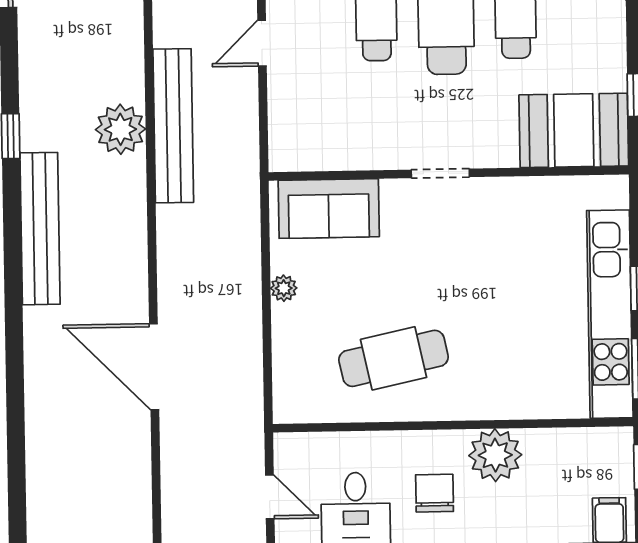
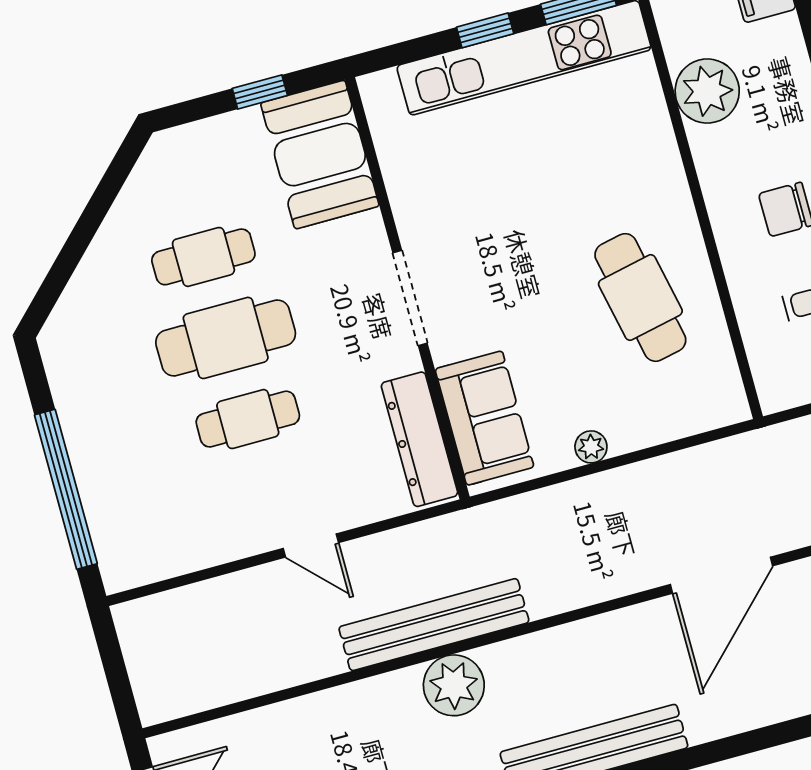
dresser: (325, 152) -> (419, 439), added
doorway: (440, 173) -> (410, 298), width x1.38
plant: (495, 455) -> (707, 91), moved

